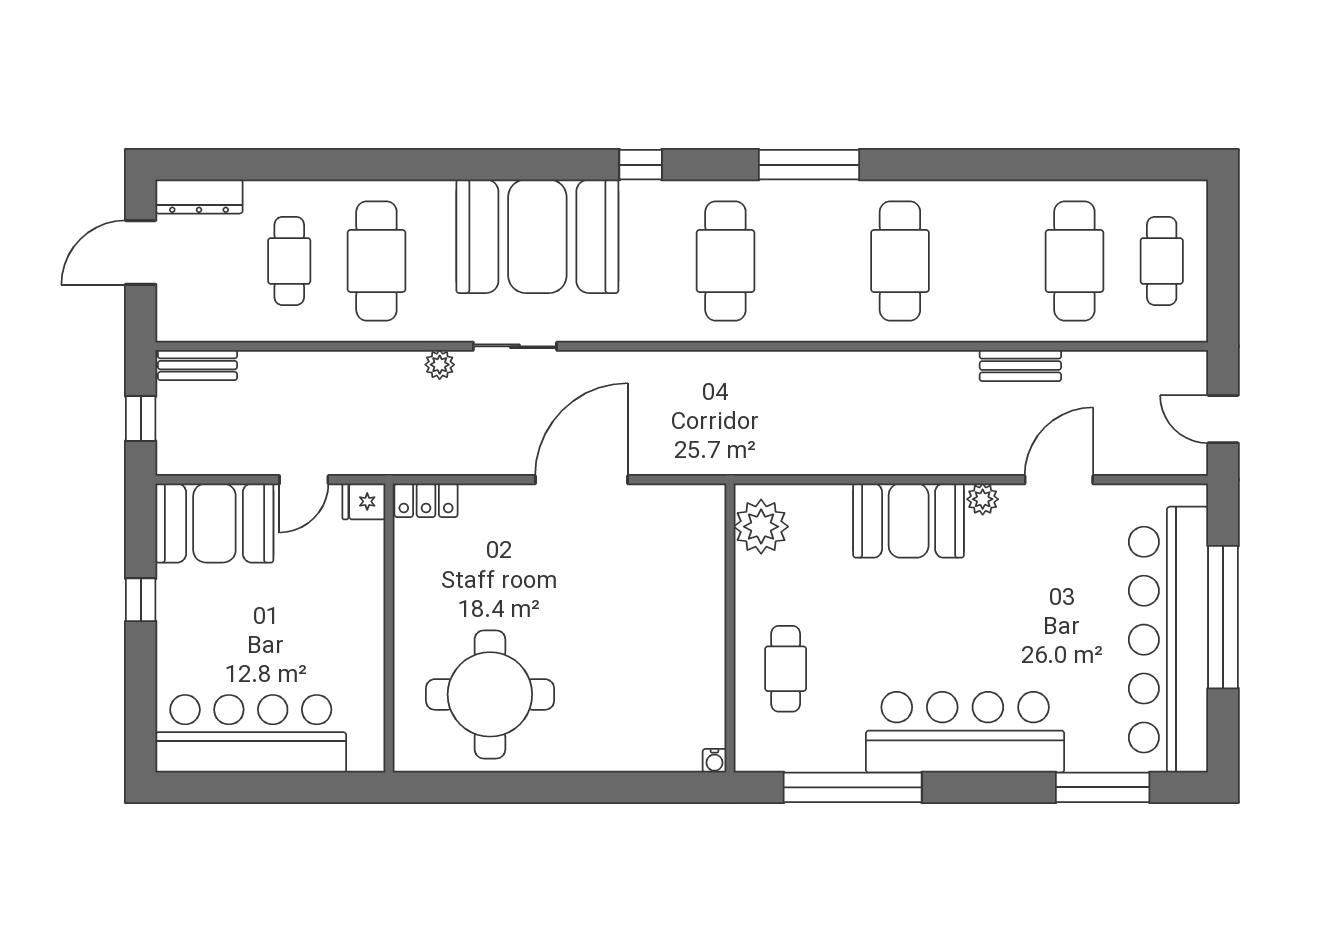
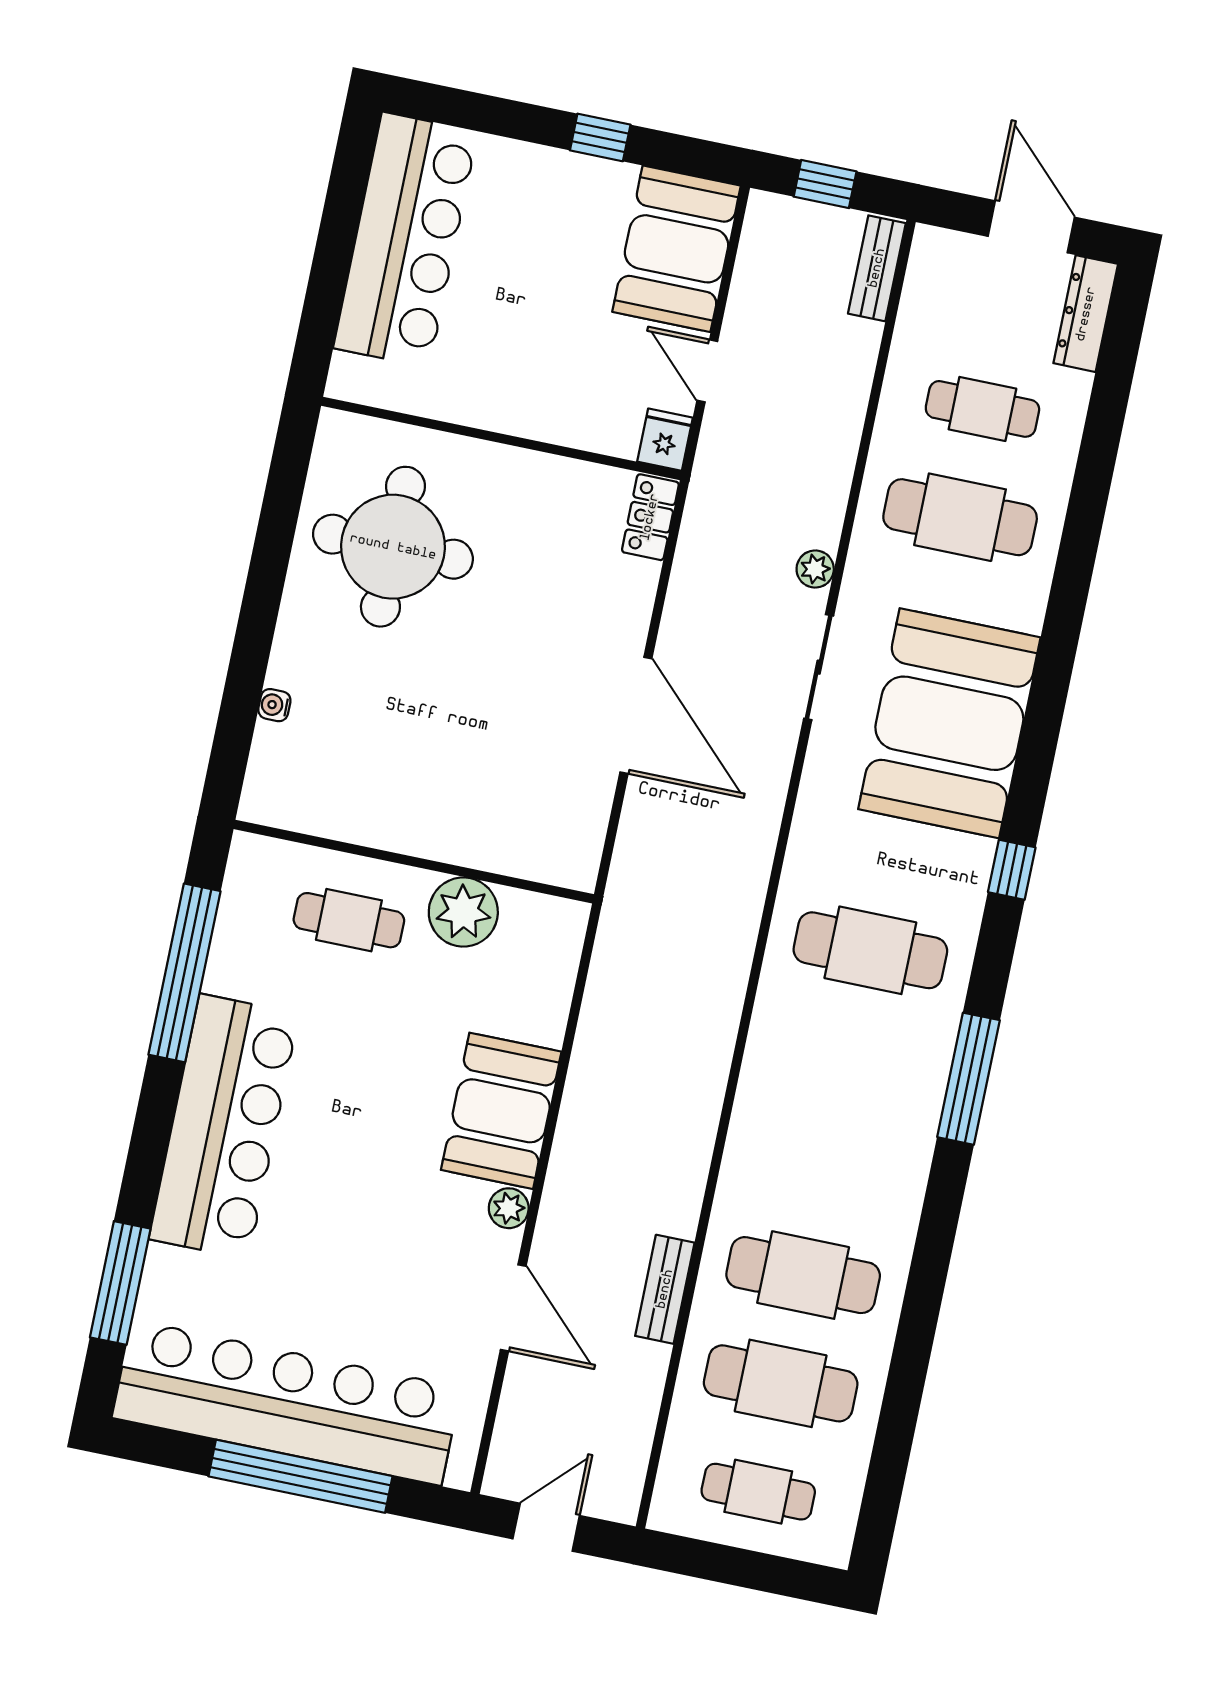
cafe table: (900, 261) -> (803, 1275), moved
plant: (761, 527) -> (463, 912), moved
water cooler: (714, 761) -> (274, 705), moved

